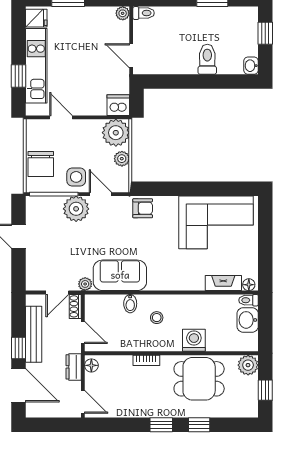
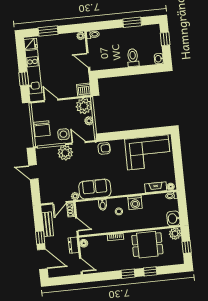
washbasin: (248, 320) -> (173, 218), moved
bench: (34, 334) -> (48, 224), width x0.73
washing machine: (194, 340) -> (135, 203), moved, turned 180

